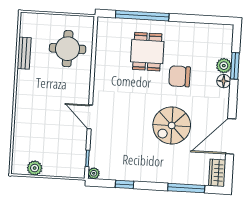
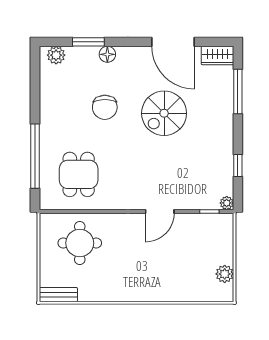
dining table: (147, 52) -> (79, 174), moved, turned 90
bench: (24, 53) -> (58, 295), moved
plant: (224, 66) -> (56, 55), moved
spiral stairs: (172, 125) -> (164, 113), turned 90

